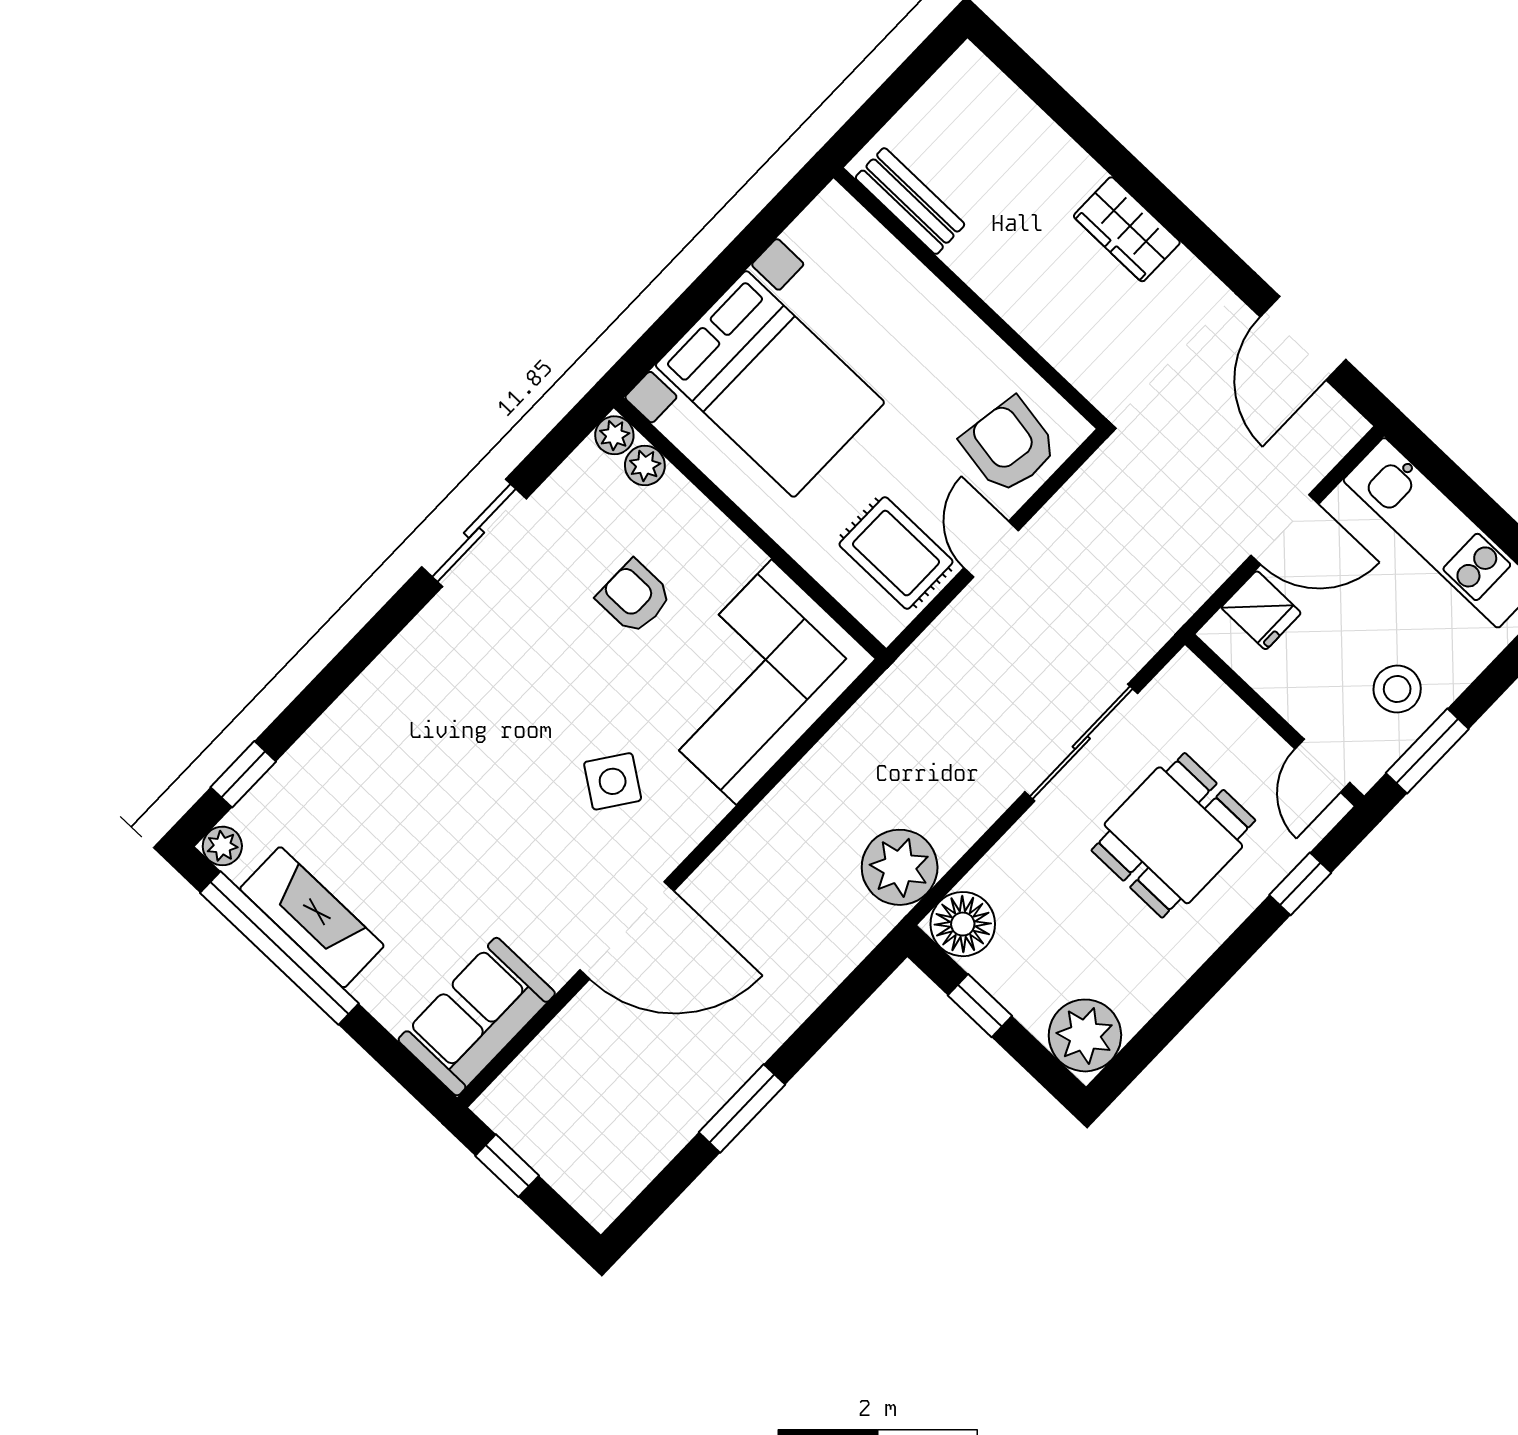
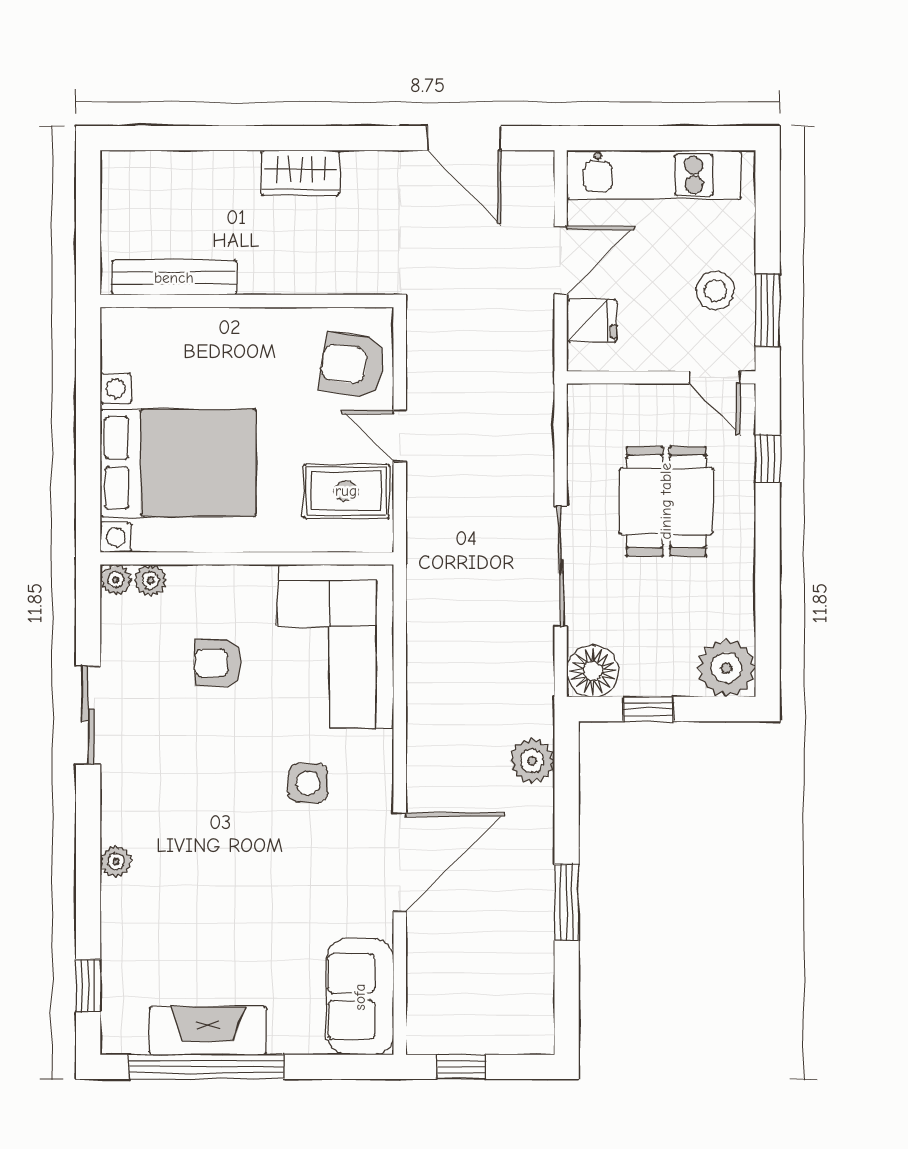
bench: (910, 201) -> (174, 278), width x1.36
sliding door: (1081, 743) -> (561, 566), moved
side table: (613, 781) -> (308, 783), turned -35
plant: (222, 846) -> (116, 862), moved
plant: (900, 867) -> (532, 761), moved, width x0.73, depth x0.73

